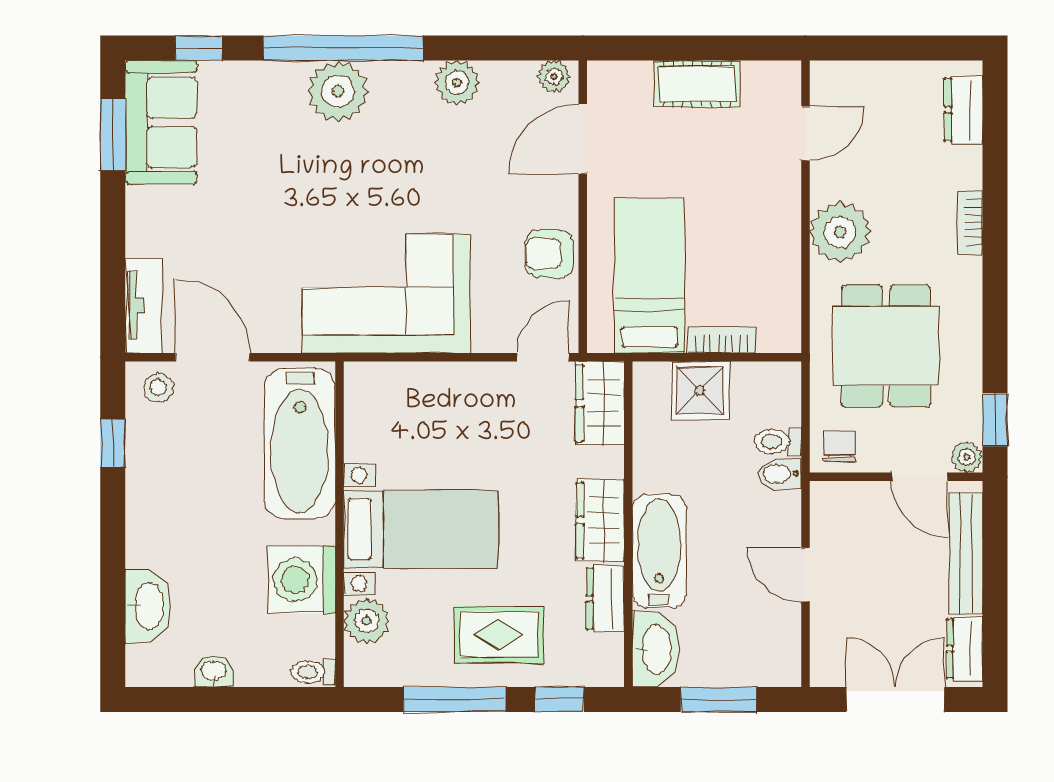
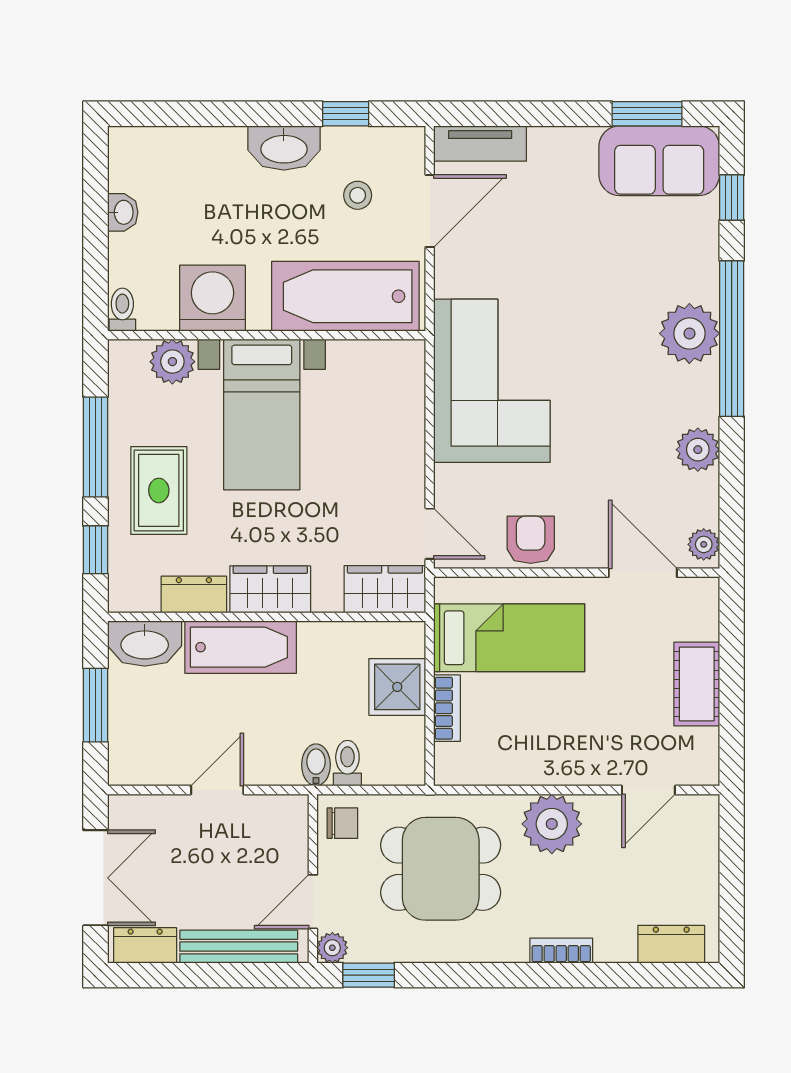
door: (805, 133) -> (648, 790), hinge flipped
stool: (158, 388) -> (358, 195), moved
washbasin: (148, 606) -> (284, 148), moved

